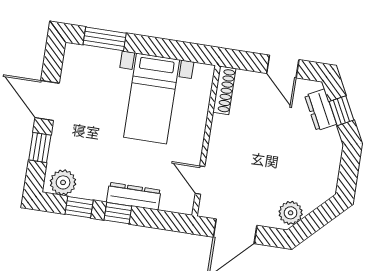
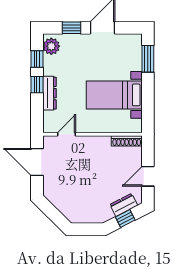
plant: (291, 213) -> (54, 196), removed

